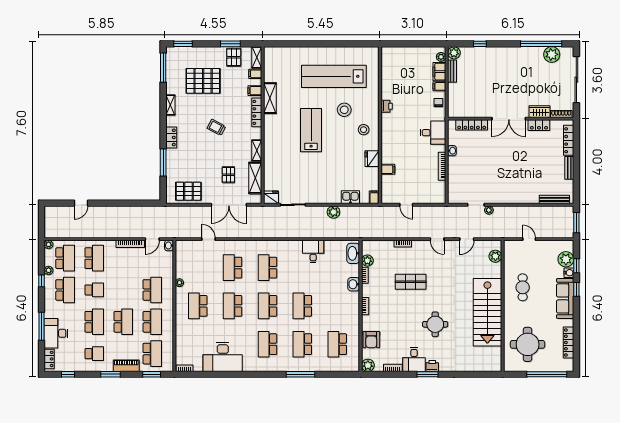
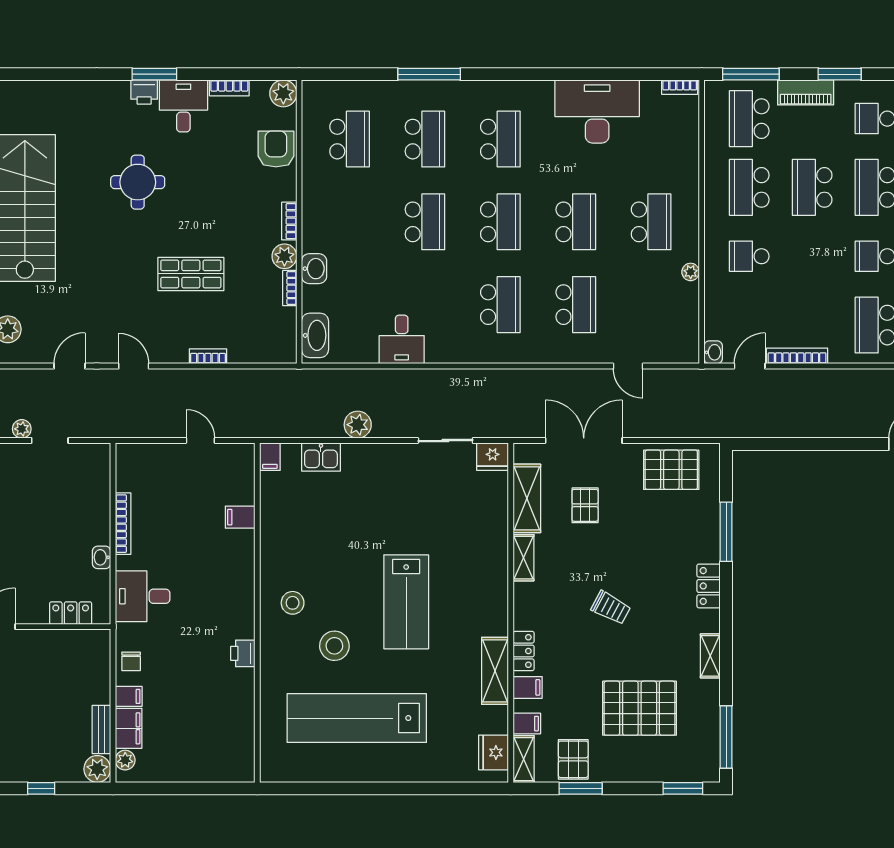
lab bench: (334, 76) -> (357, 718), turned 180
locker: (257, 112) -> (524, 651), width x0.66
locker: (472, 125) -> (71, 613), width x0.66
fridge: (372, 159) -> (494, 752), moved, turned 180
plant: (367, 261) -> (284, 256), moved
school desk: (152, 290) -> (749, 256), width x0.54
window: (152, 374) -> (751, 74), width x1.44

